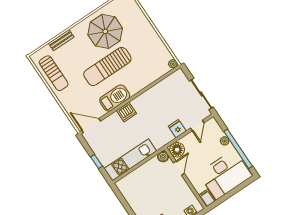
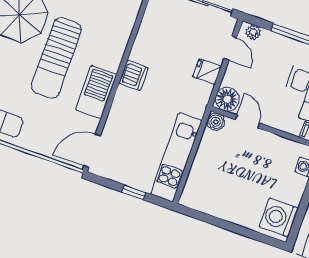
dishwasher: (127, 112) -> (133, 75), moved
plant: (225, 141) -> (253, 32), moved

